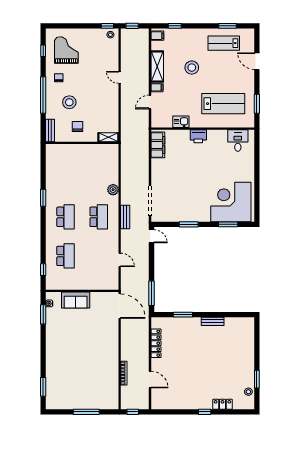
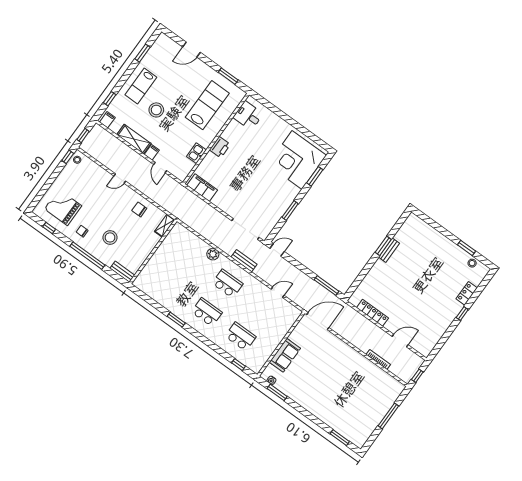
lab bench: (224, 43) -> (141, 86), moved
chair: (77, 126) -> (139, 209), moved
window: (183, 315) -> (383, 246), moved

